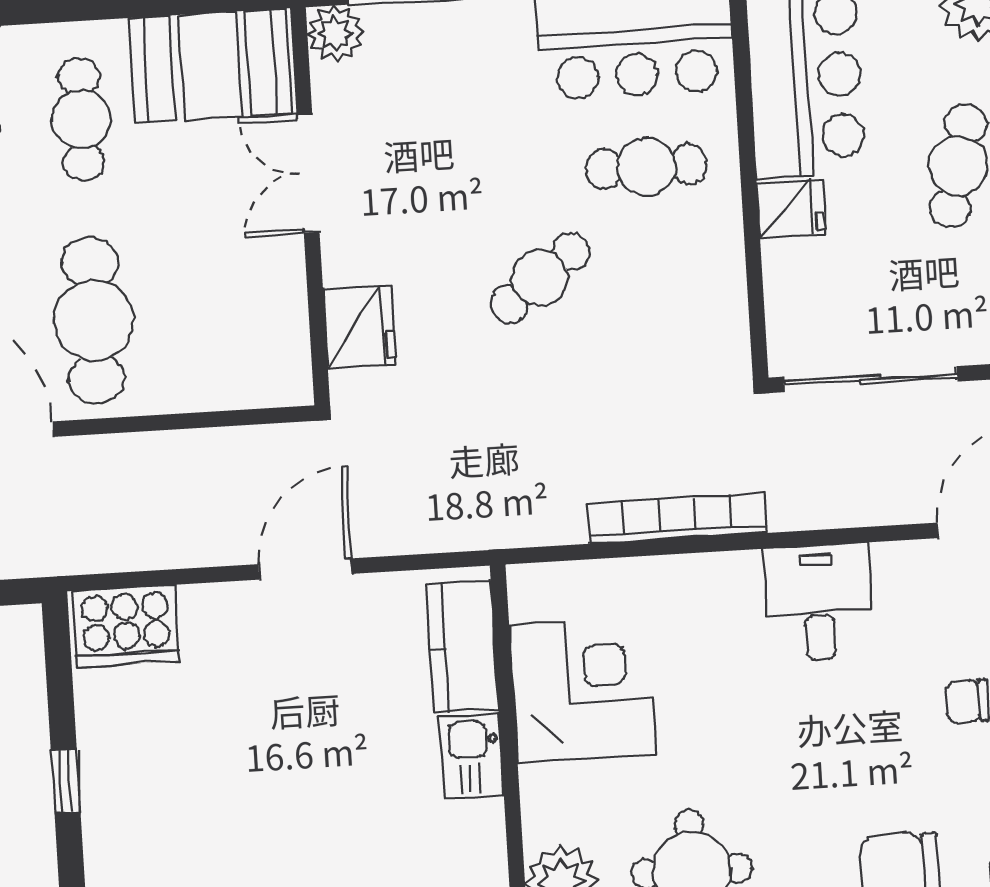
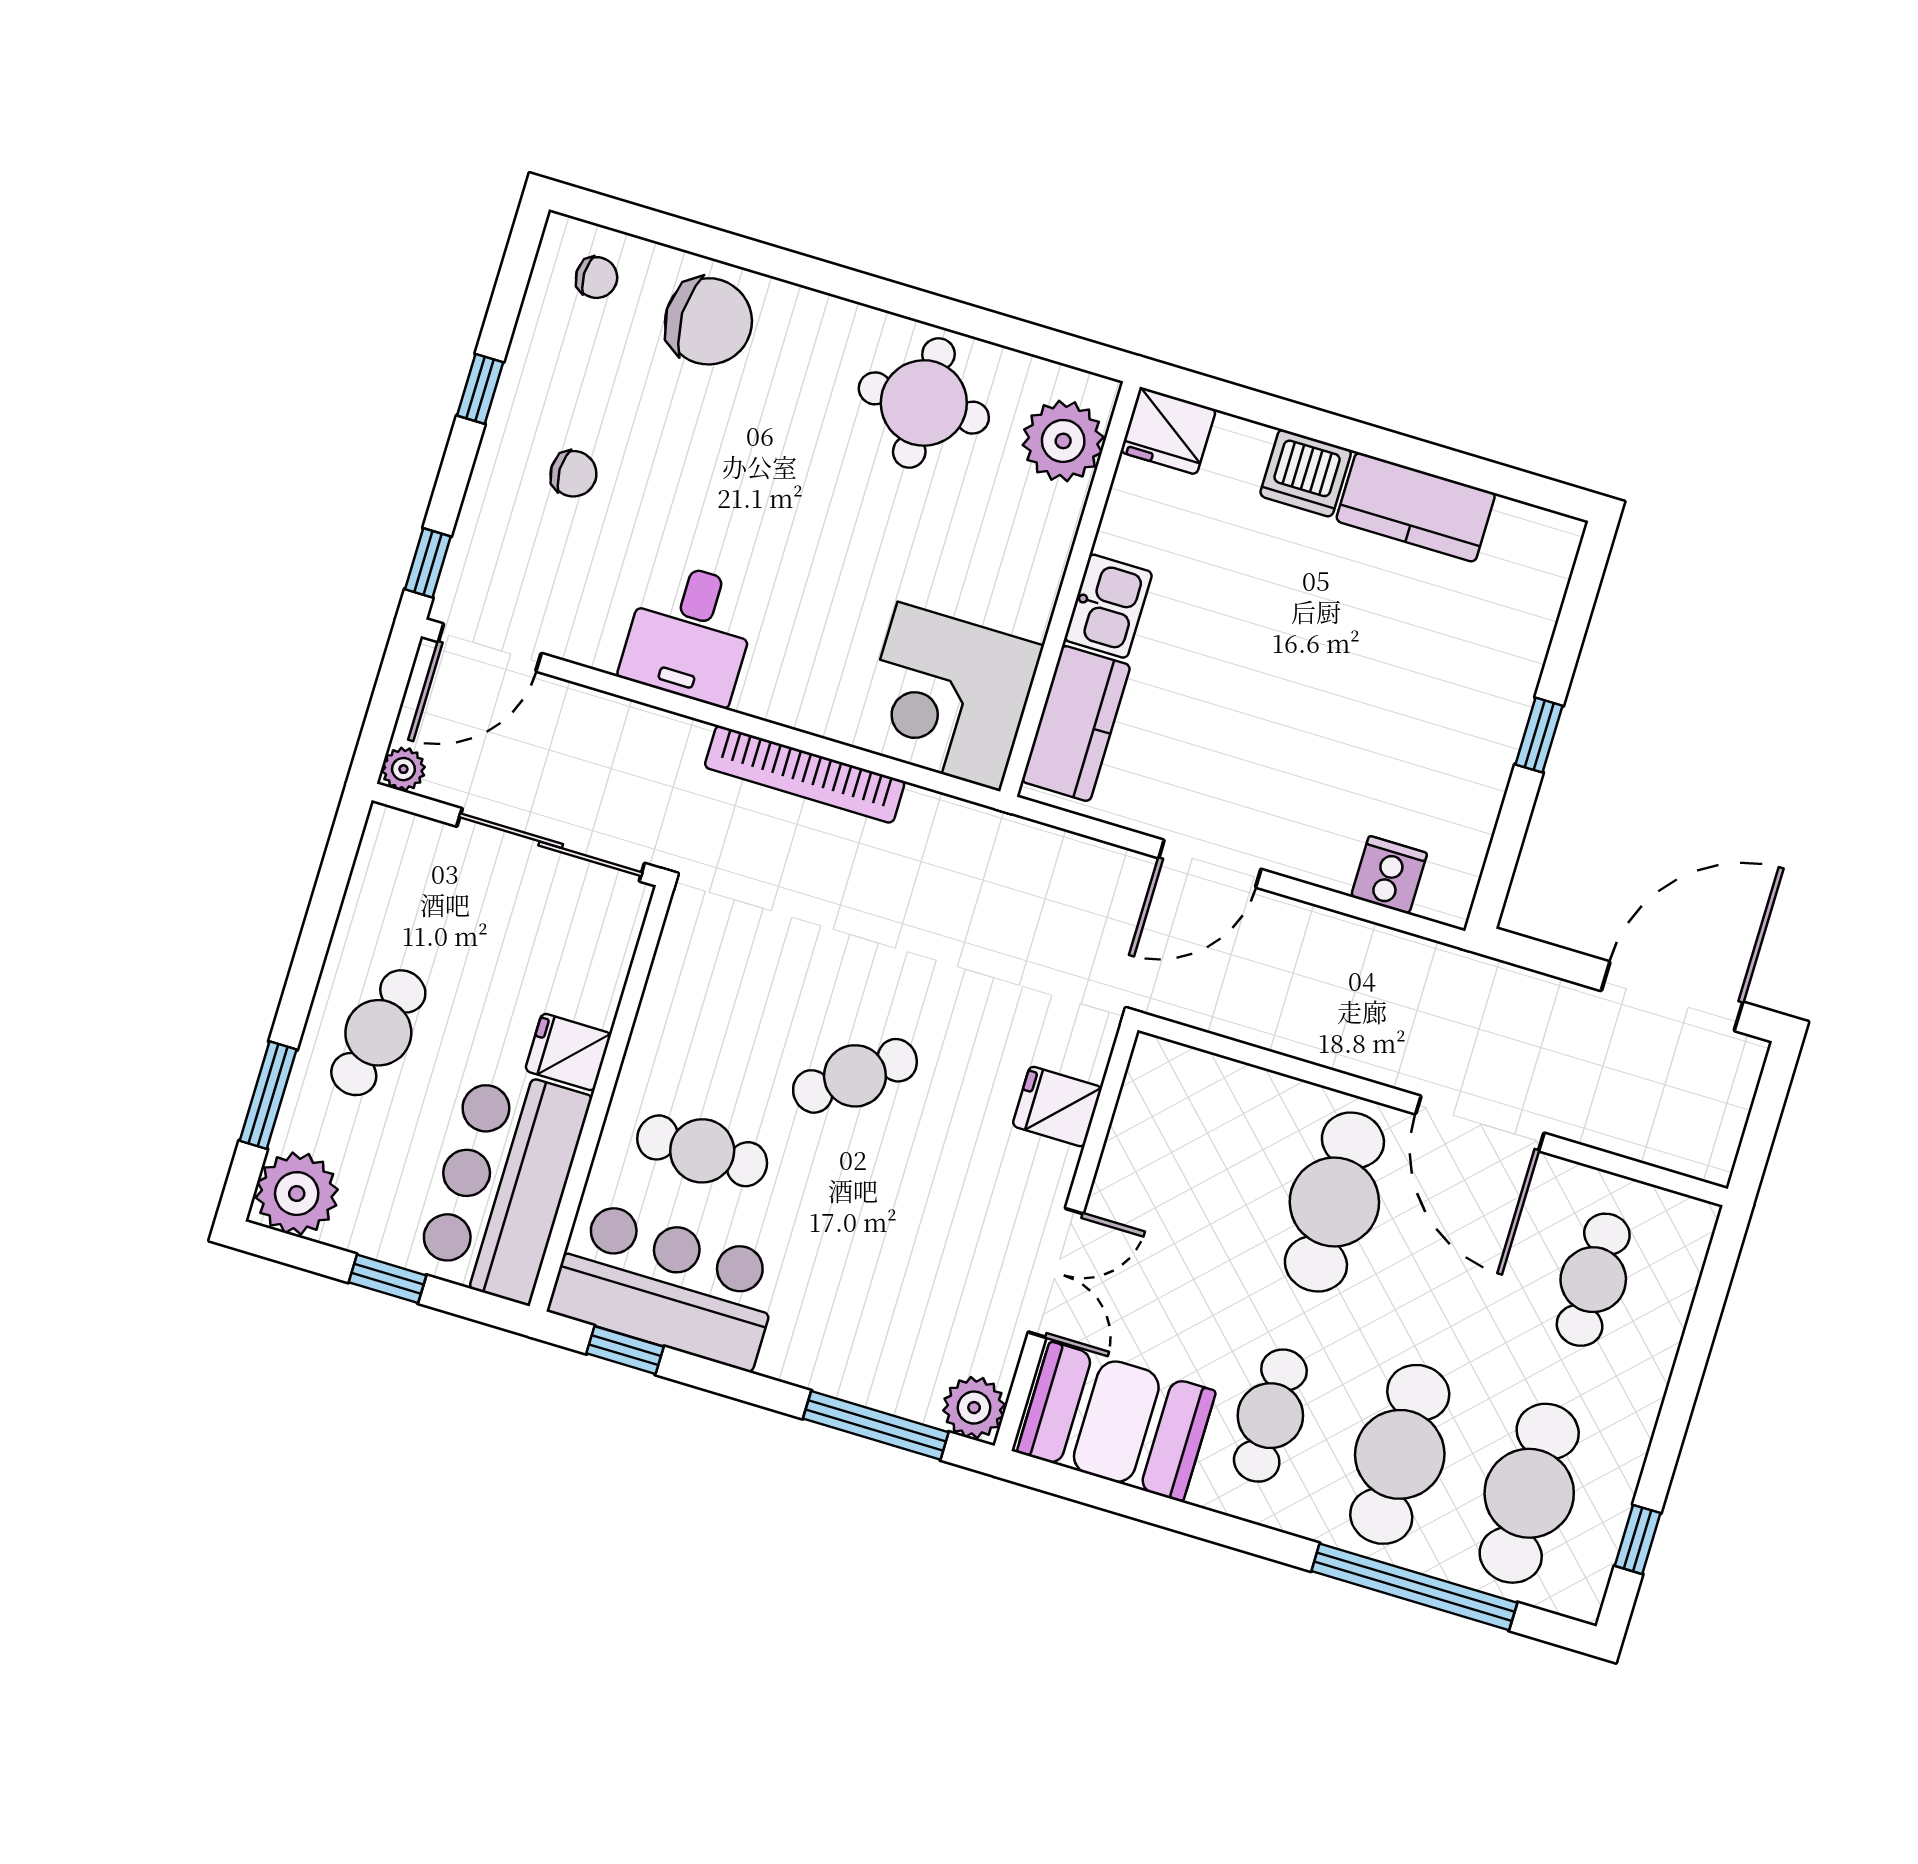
fridge: (359, 326) -> (1057, 1107), width x0.72
cooker: (126, 626) -> (1389, 875), width x0.53, depth x0.76
corner desk: (582, 690) -> (949, 697), moved

